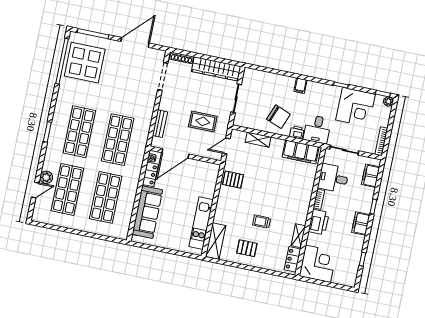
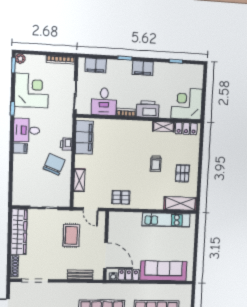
desk: (317, 129) -> (27, 130), moved, turned 180
pallet: (233, 180) -> (121, 197), turned 90

